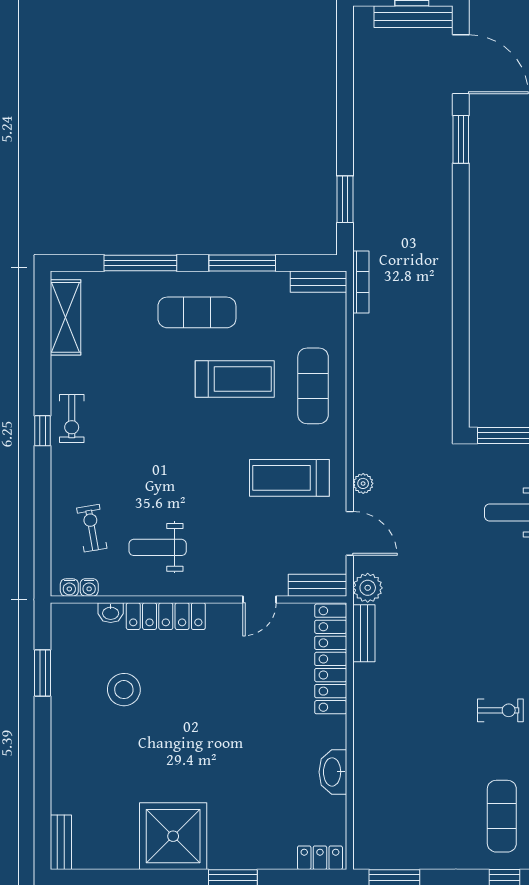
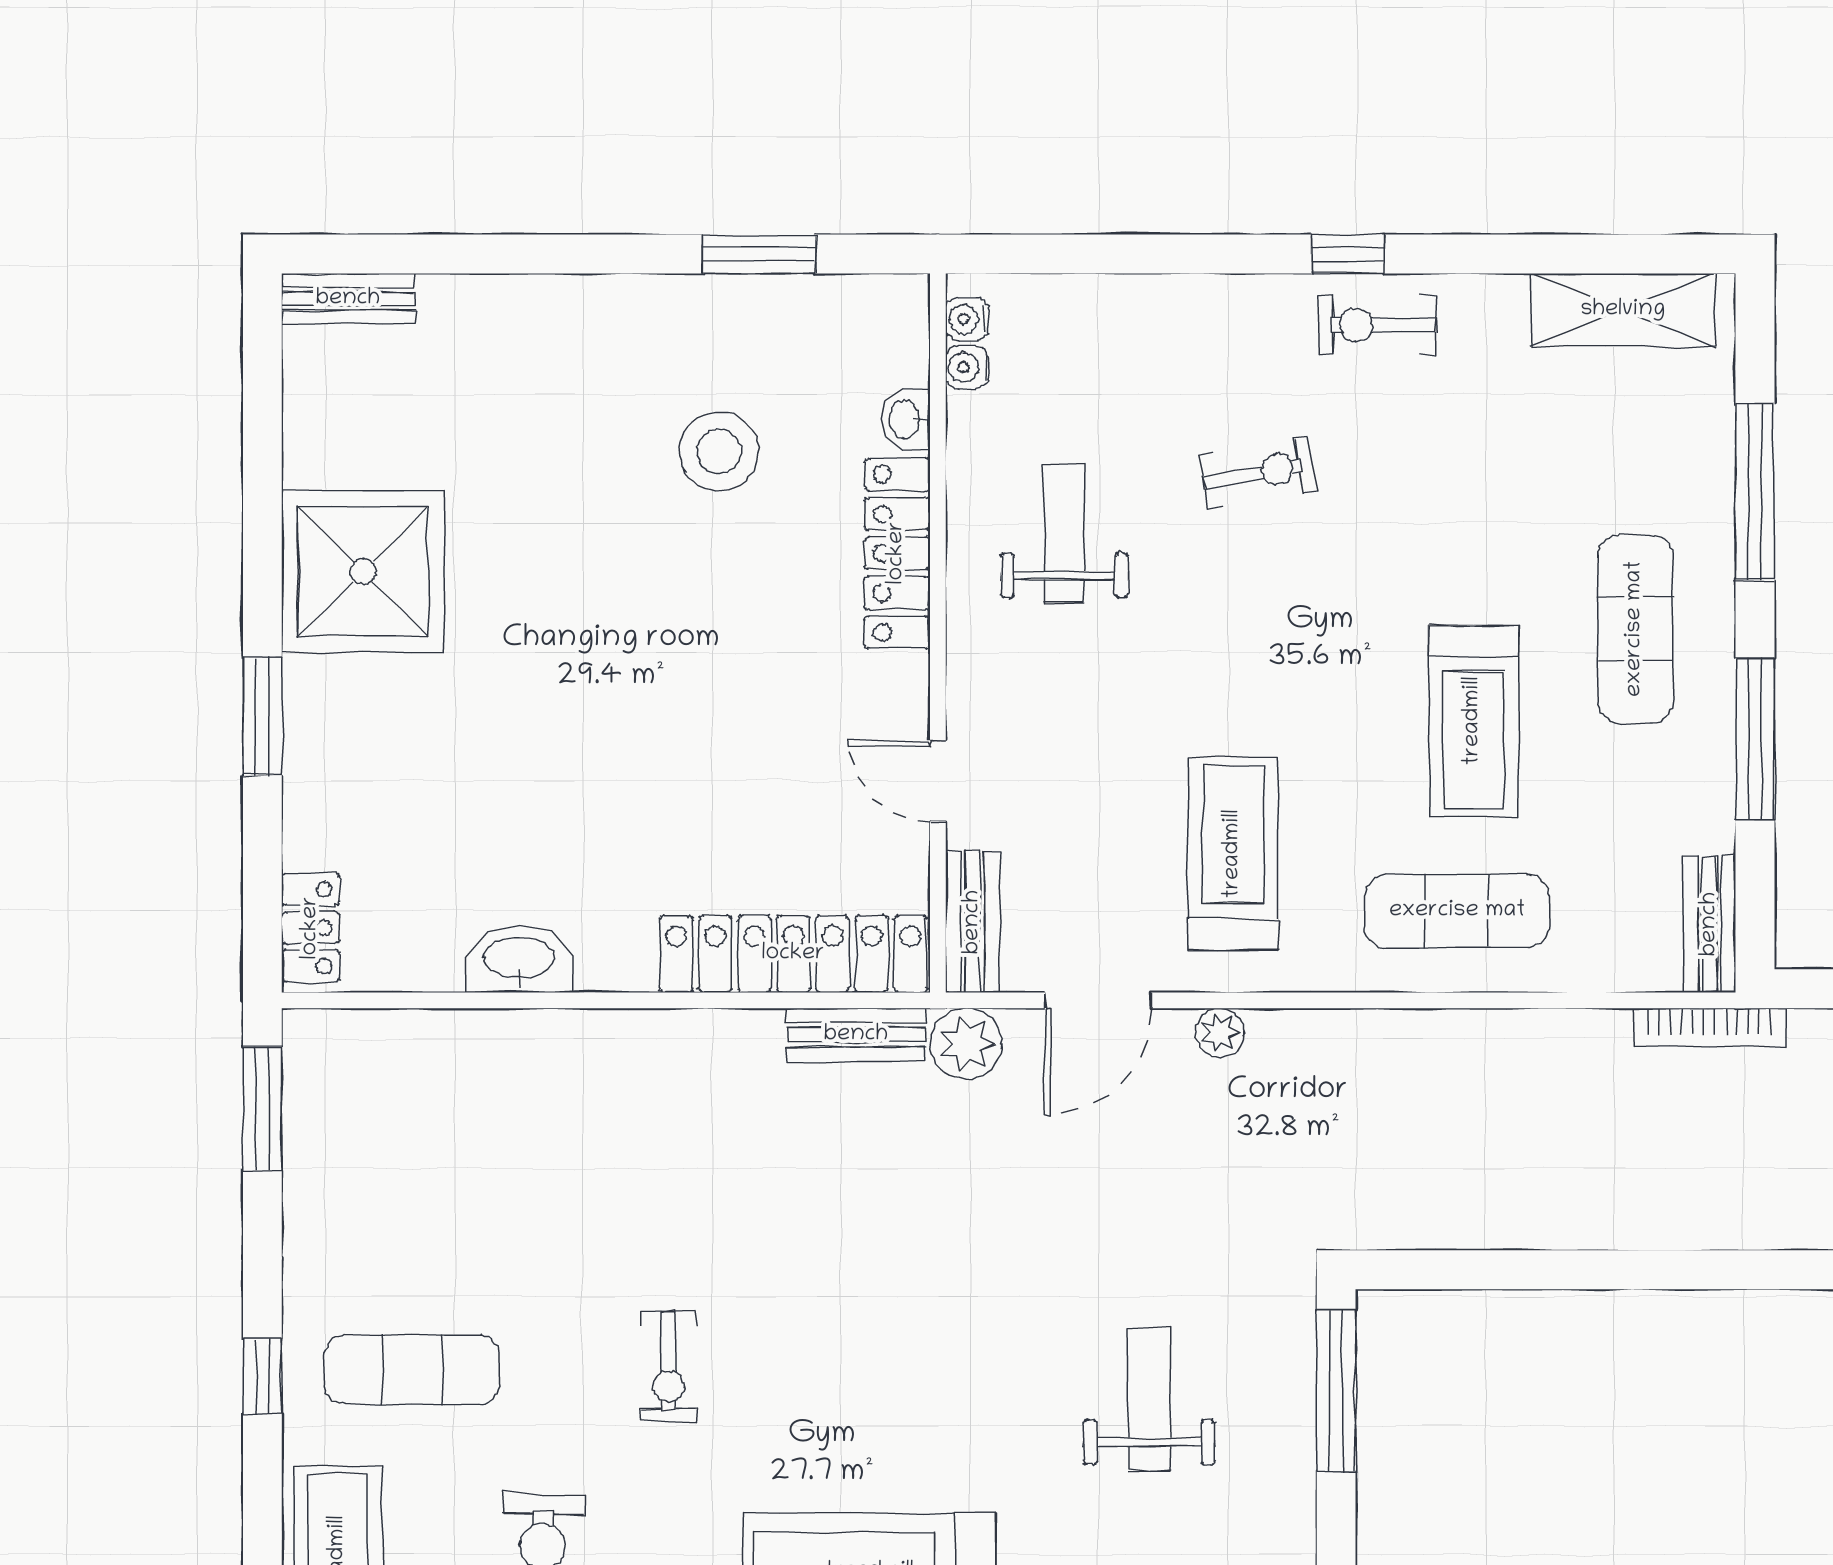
exercise bike: (92, 528) -> (1258, 473), moved

